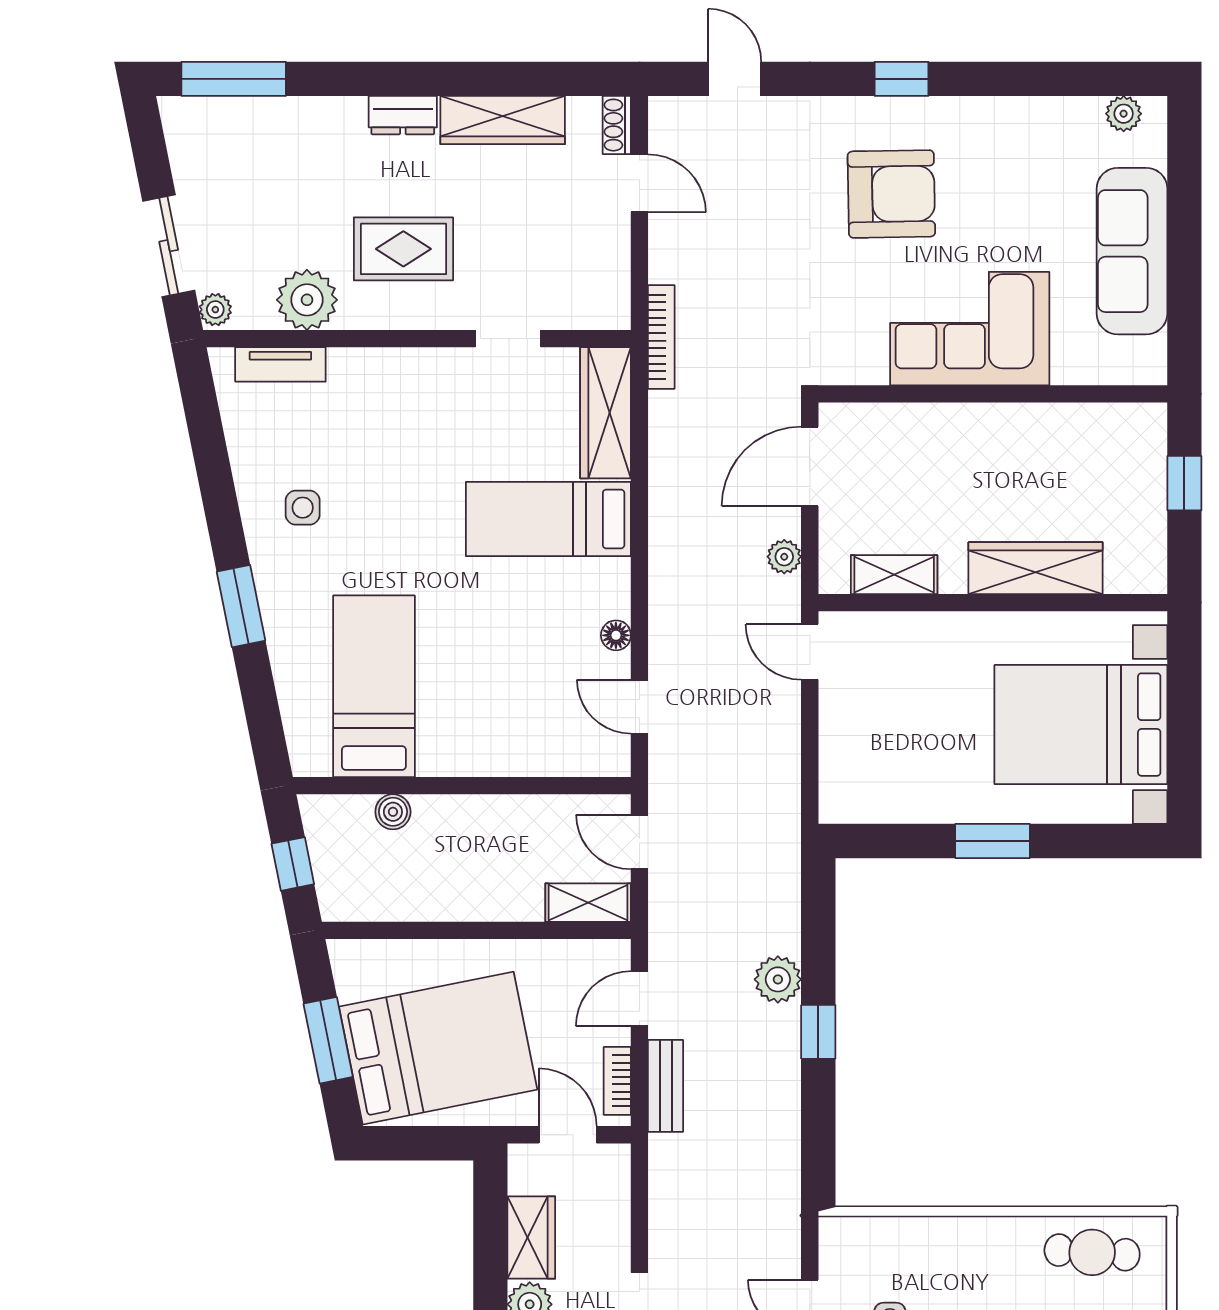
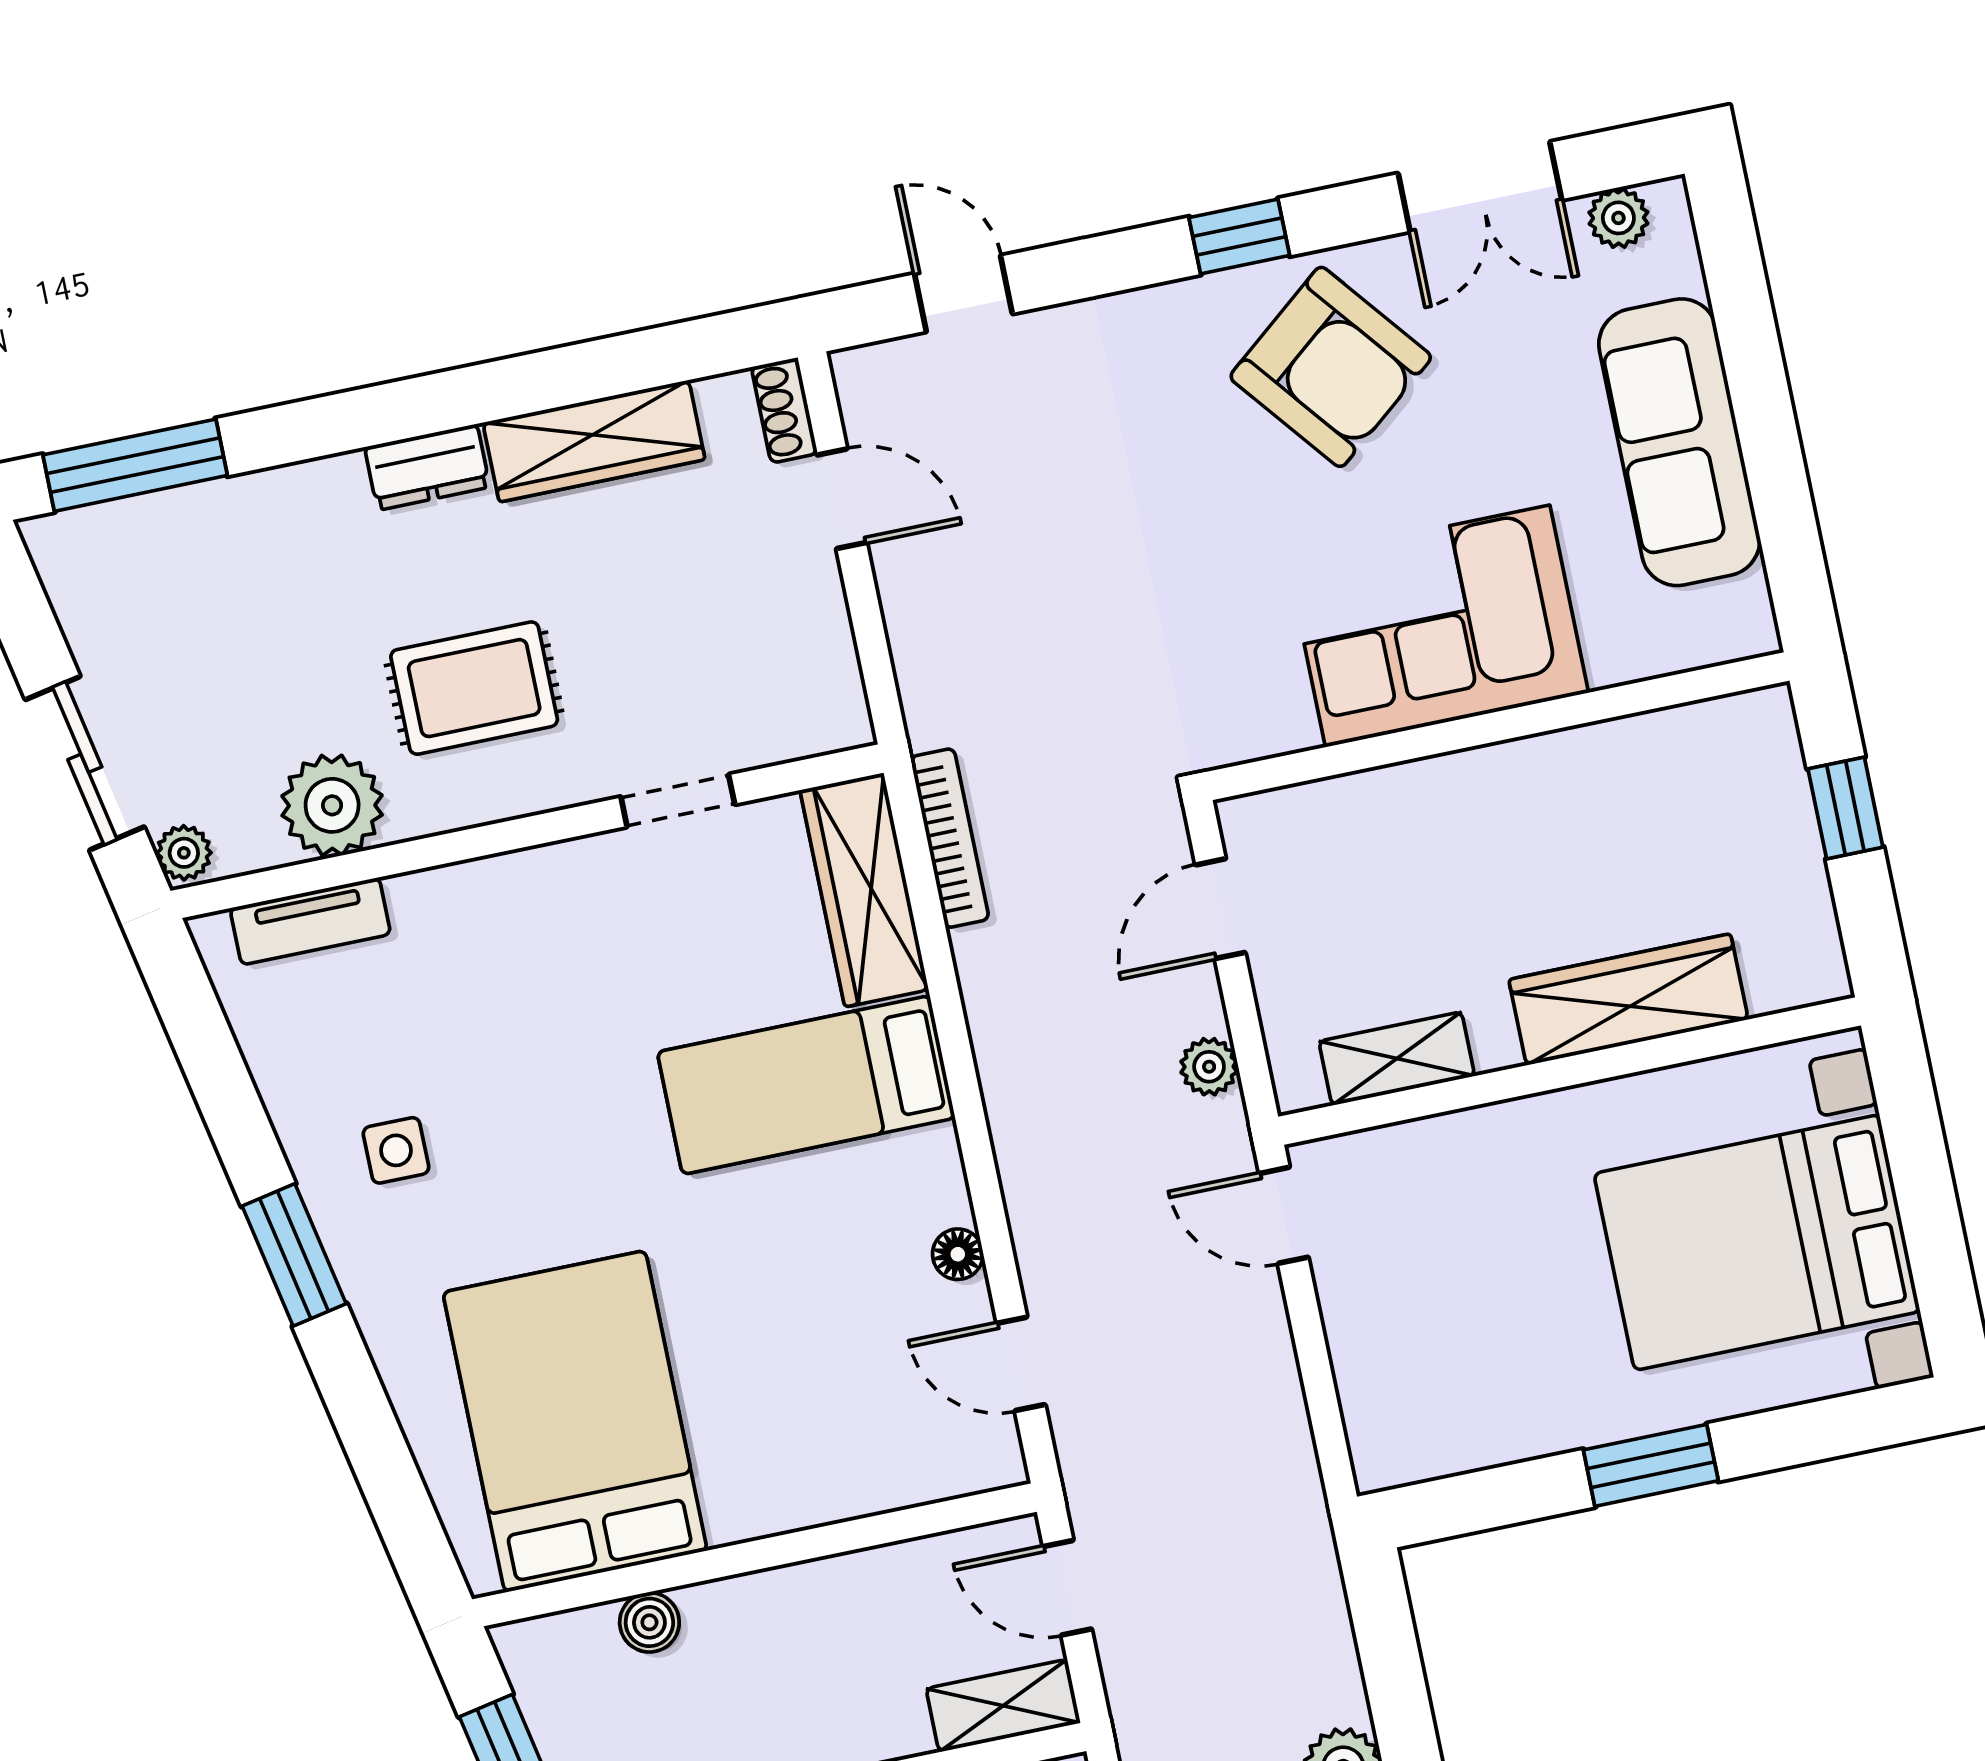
double door: (1047, 79) -> (1480, 187), added
armchair: (891, 194) -> (1331, 367), moved, turned 52
bookcase: (661, 337) -> (950, 838), moved
door: (810, 466) -> (1220, 909), width x0.73
window: (241, 606) -> (294, 1255), moved
bed: (374, 686) -> (575, 1421), width x1.50

